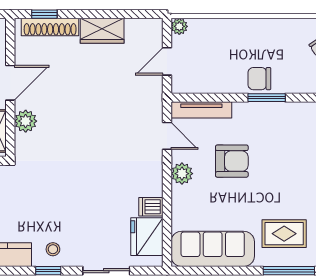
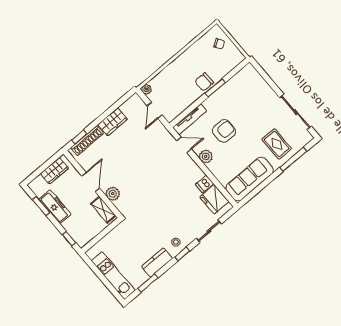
rug: (284, 234) -> (277, 144), turned 90

